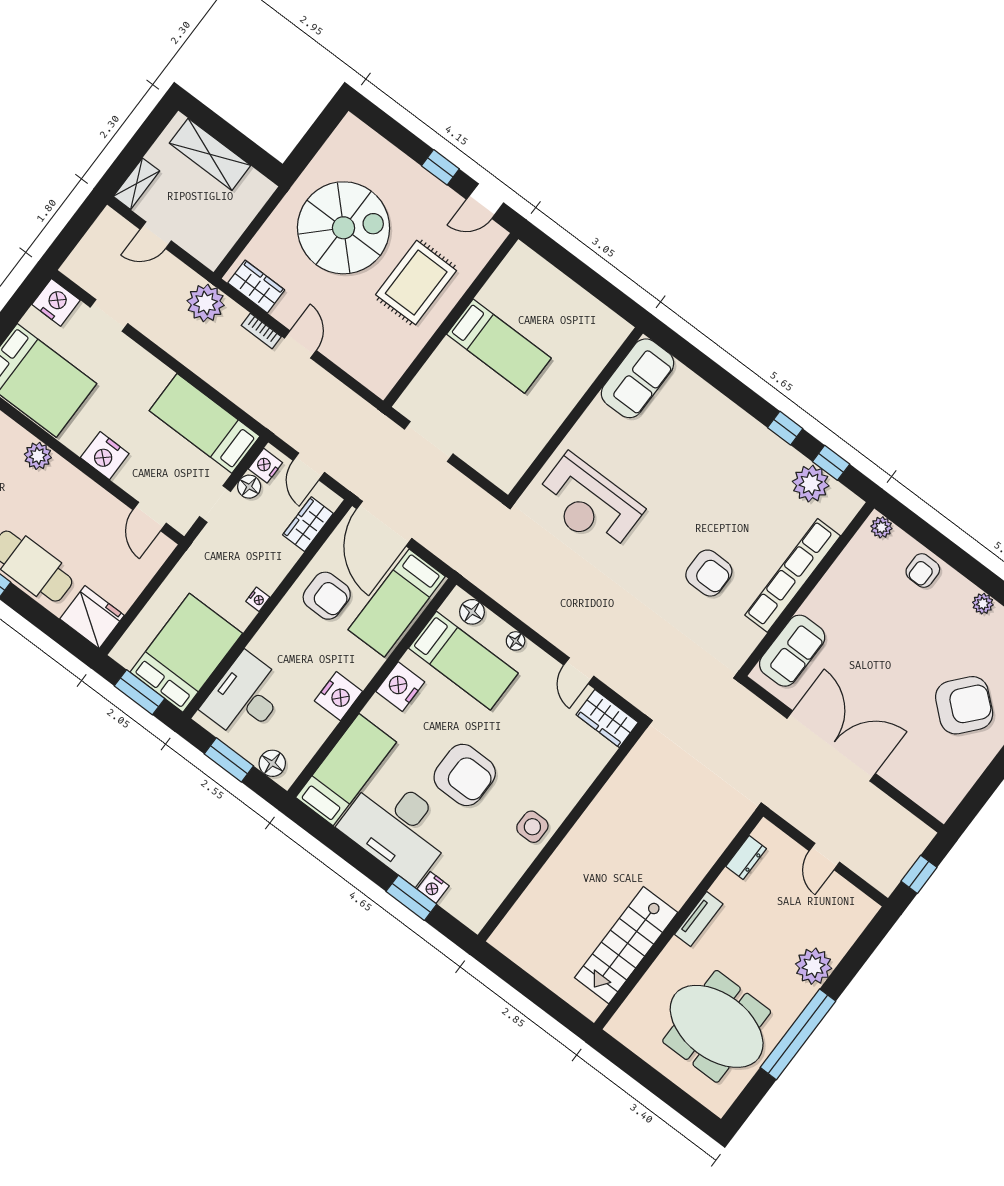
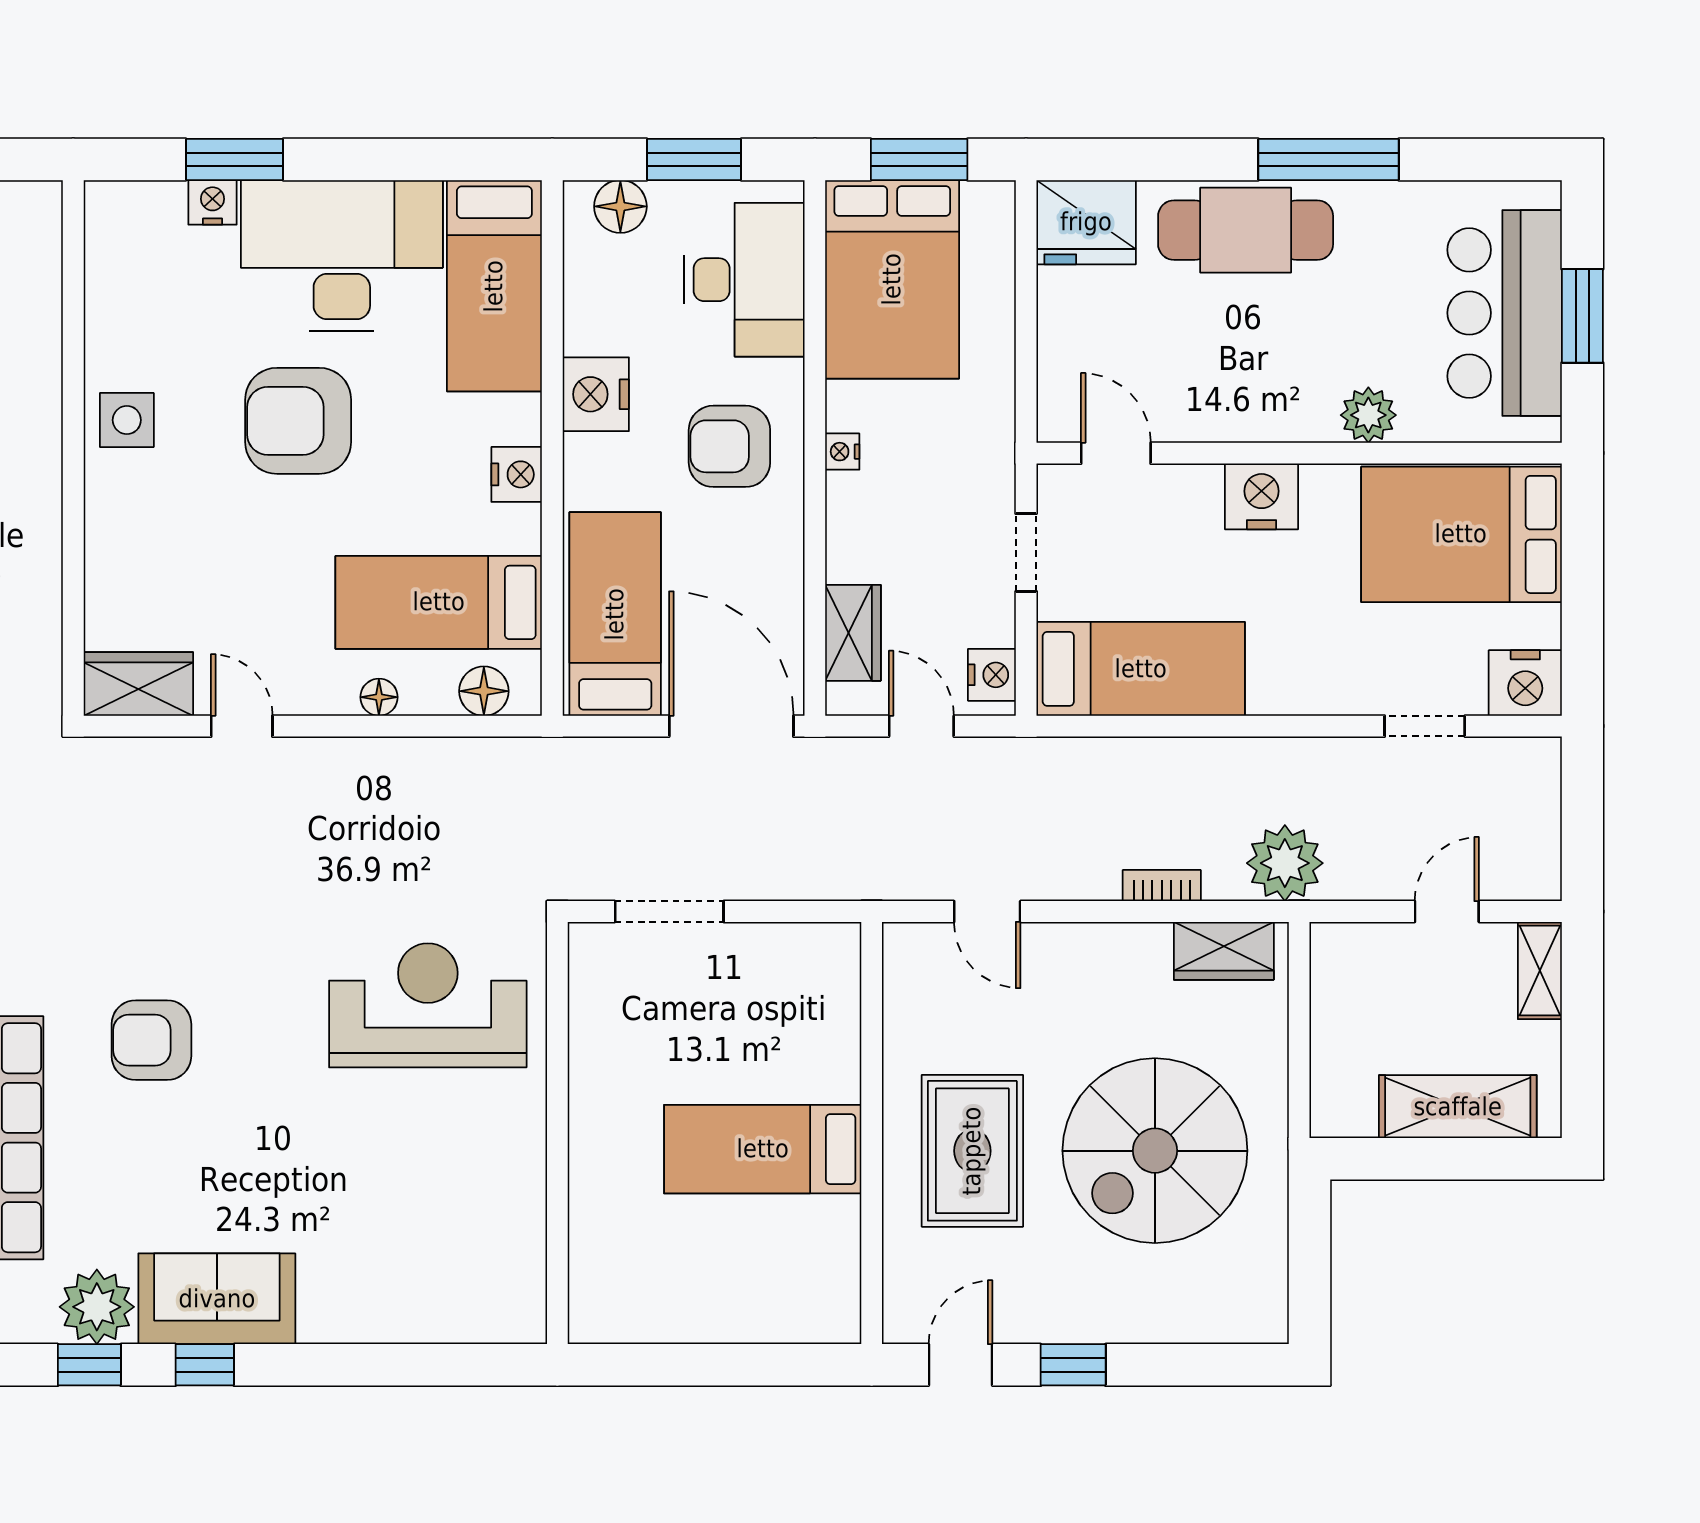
door: (300, 344) -> (987, 912), moved
sofa: (638, 378) -> (217, 1299), moved, turned 90
doorway: (429, 442) -> (669, 912), moved
floor lamp: (249, 487) -> (993, 622), removed
armchair: (327, 596) -> (729, 446), moved
nightstand: (400, 687) -> (517, 474), width x0.74, depth x0.75

